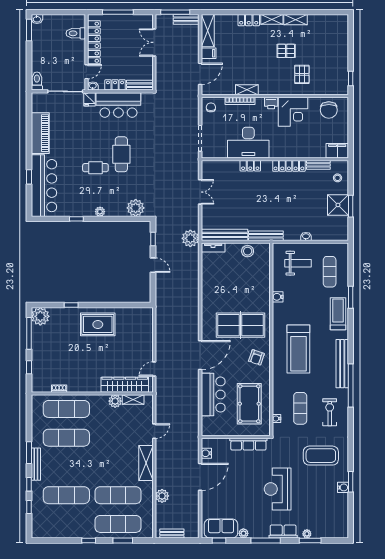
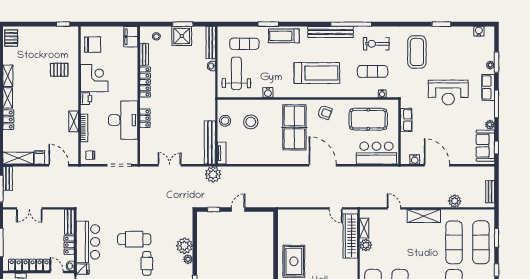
pallet: (286, 51) -> (11, 38), moved
plant: (136, 208) -> (184, 246), moved
bench: (266, 236) -> (211, 43), moved
weight bench: (298, 263) -> (236, 73), width x1.36, depth x1.33
stool: (246, 279) -> (251, 122), added
bar counter: (213, 395) -> (376, 153), moved
row of seats: (248, 444) -> (406, 120), width x0.68
water cooler: (343, 487) -> (479, 31), moved

